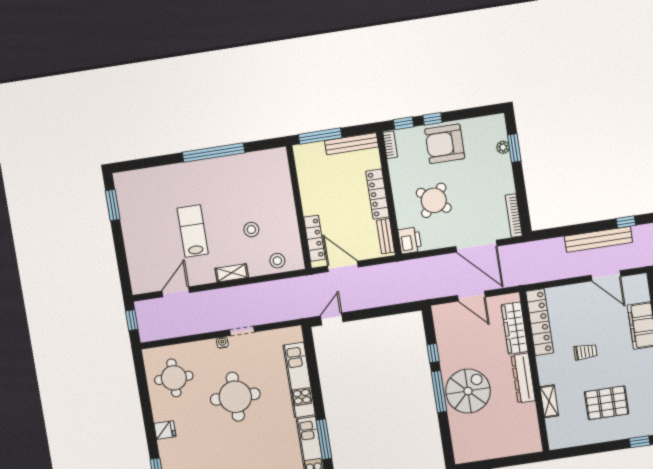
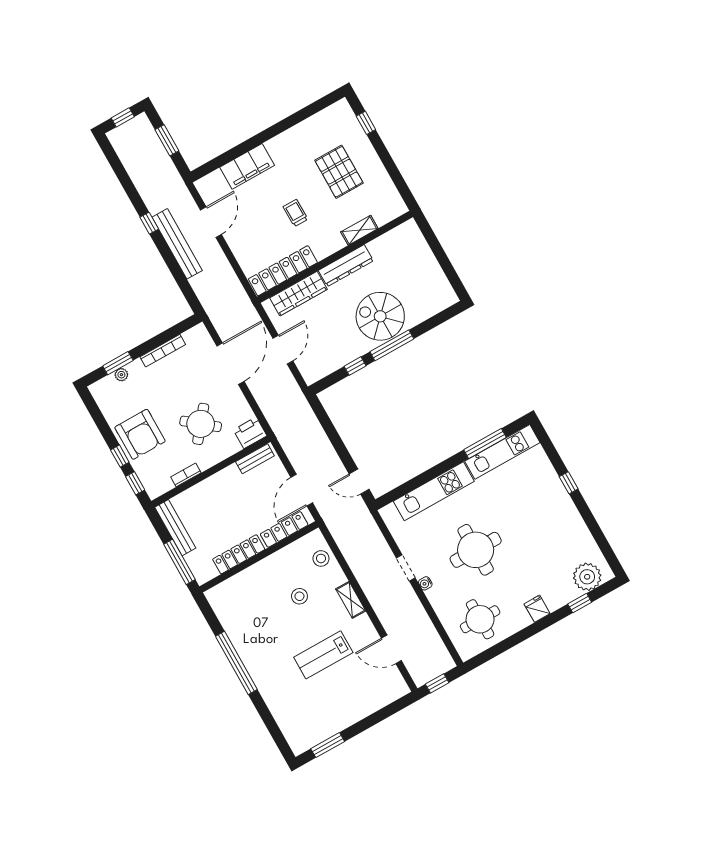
bookcase: (390, 145) -> (186, 475), moved
locker: (378, 194) -> (239, 554), moved, turned 180
bookcase: (514, 216) -> (163, 351), moved

